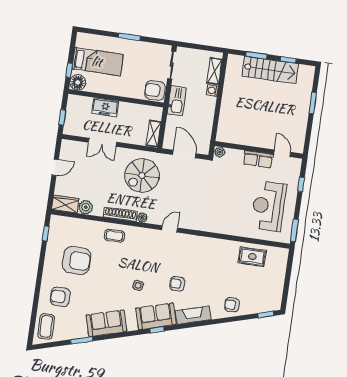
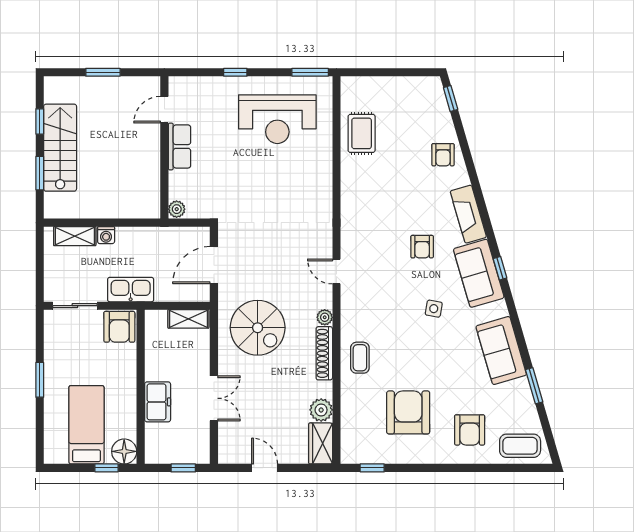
wall: (259, 150) -> (164, 147), moved
plant: (220, 152) -> (177, 209), moved
door: (282, 153) -> (164, 110), moved
row of seats: (258, 159) -> (180, 146), moved

